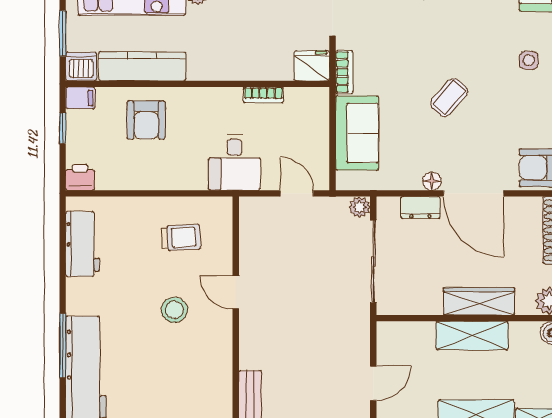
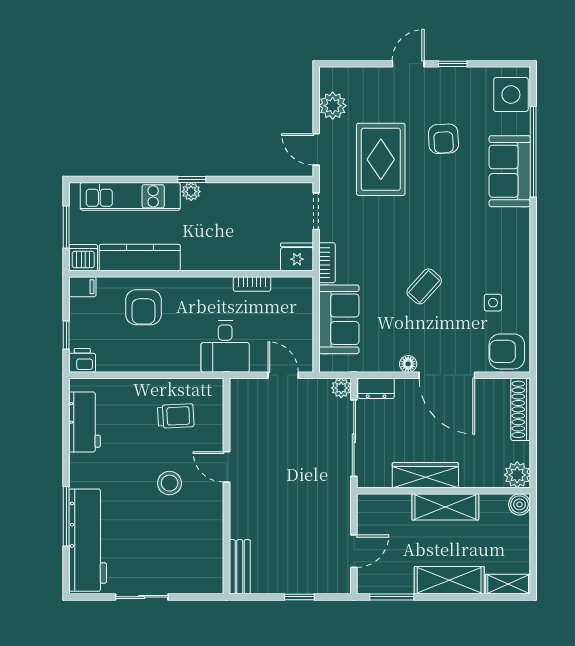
side table: (529, 60) -> (493, 303), moved
window: (63, 128) -> (66, 335), moved
dresser: (420, 208) -> (376, 388), moved
wardrobe: (479, 301) -> (425, 475), moved

